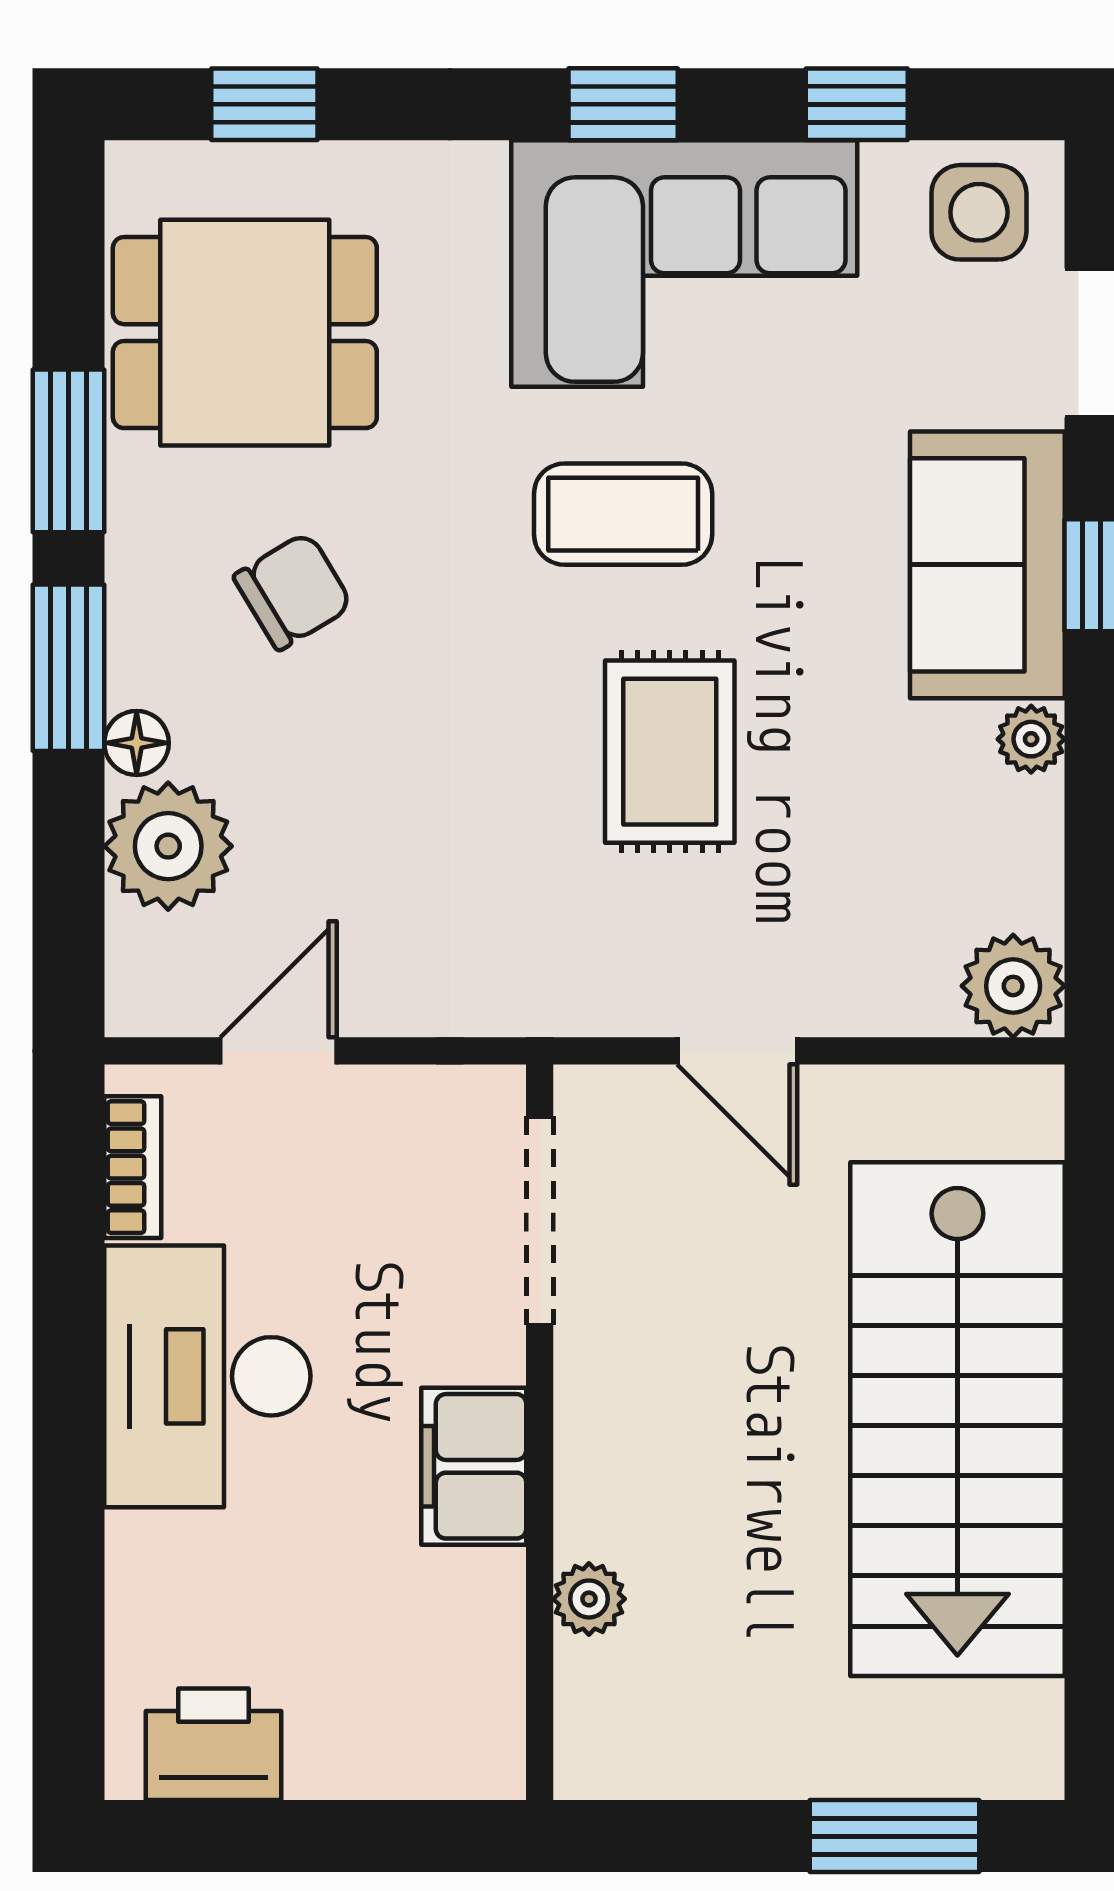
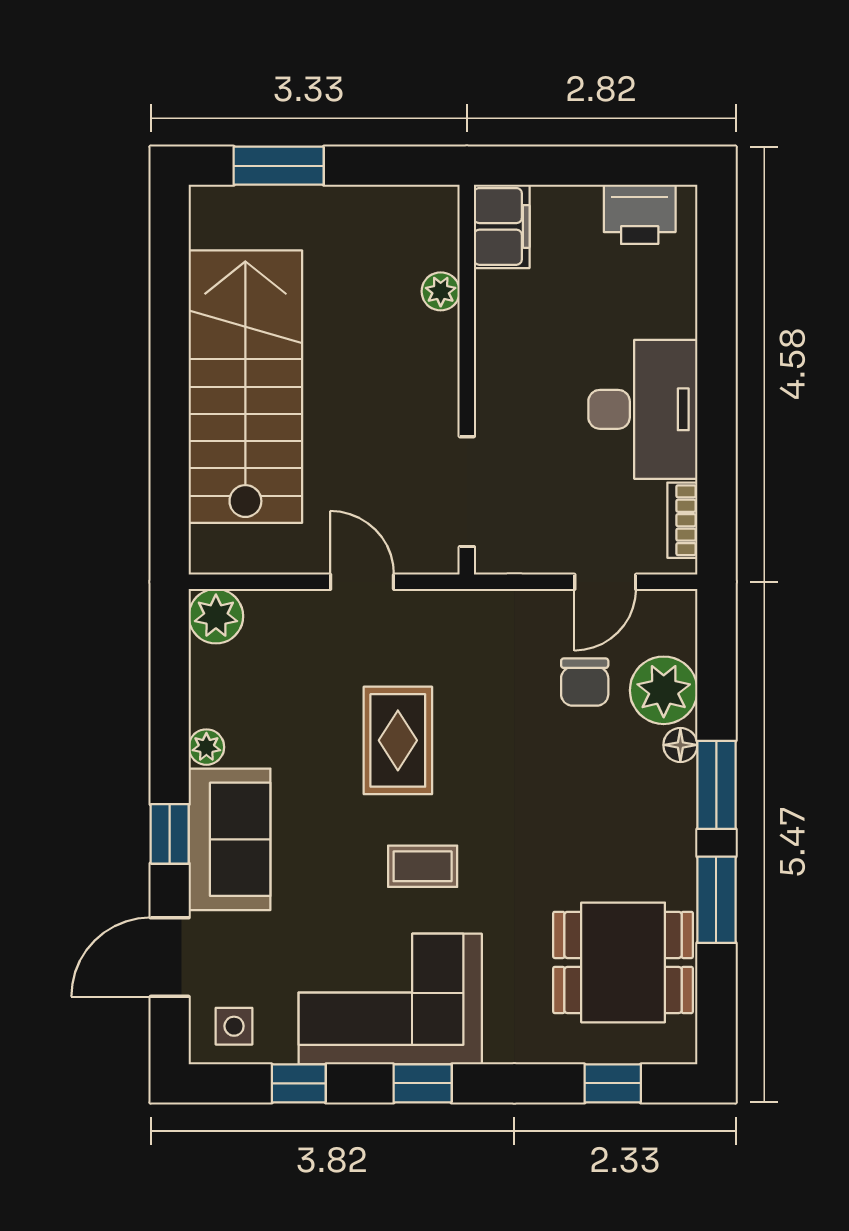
side table: (979, 212) -> (234, 1026), width x0.73, depth x0.73
coffee table: (623, 514) -> (423, 866), width x0.73, depth x0.77
chair: (293, 591) -> (585, 682), moved, turned -59
filing cabinet: (474, 1466) -> (502, 226), moved

